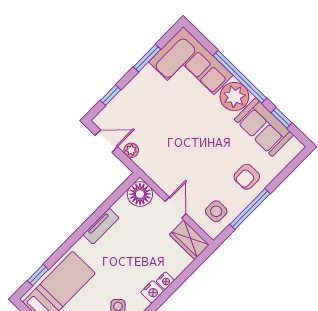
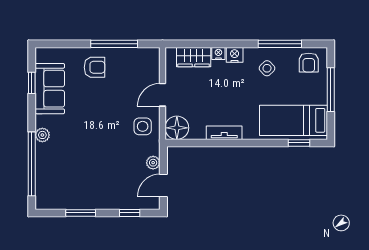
corner sofa: (191, 69) -> (59, 177), removed
window: (240, 77) -> (32, 164), moved
plant: (234, 97) -> (42, 135), width x0.53, depth x0.53
door: (106, 141) -> (163, 185), hinge flipped
side table: (216, 211) -> (143, 126), moved
wardrobe: (189, 240) -> (194, 57), moved, turned 90

